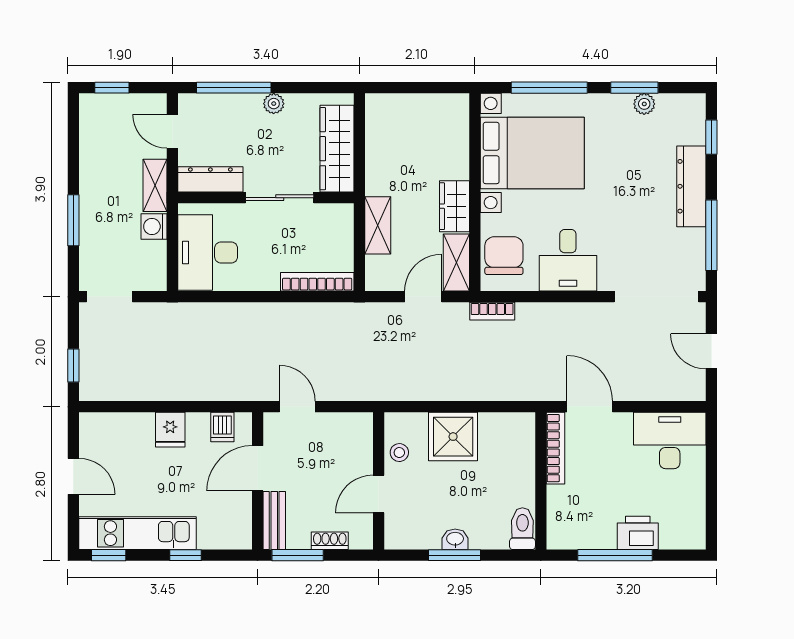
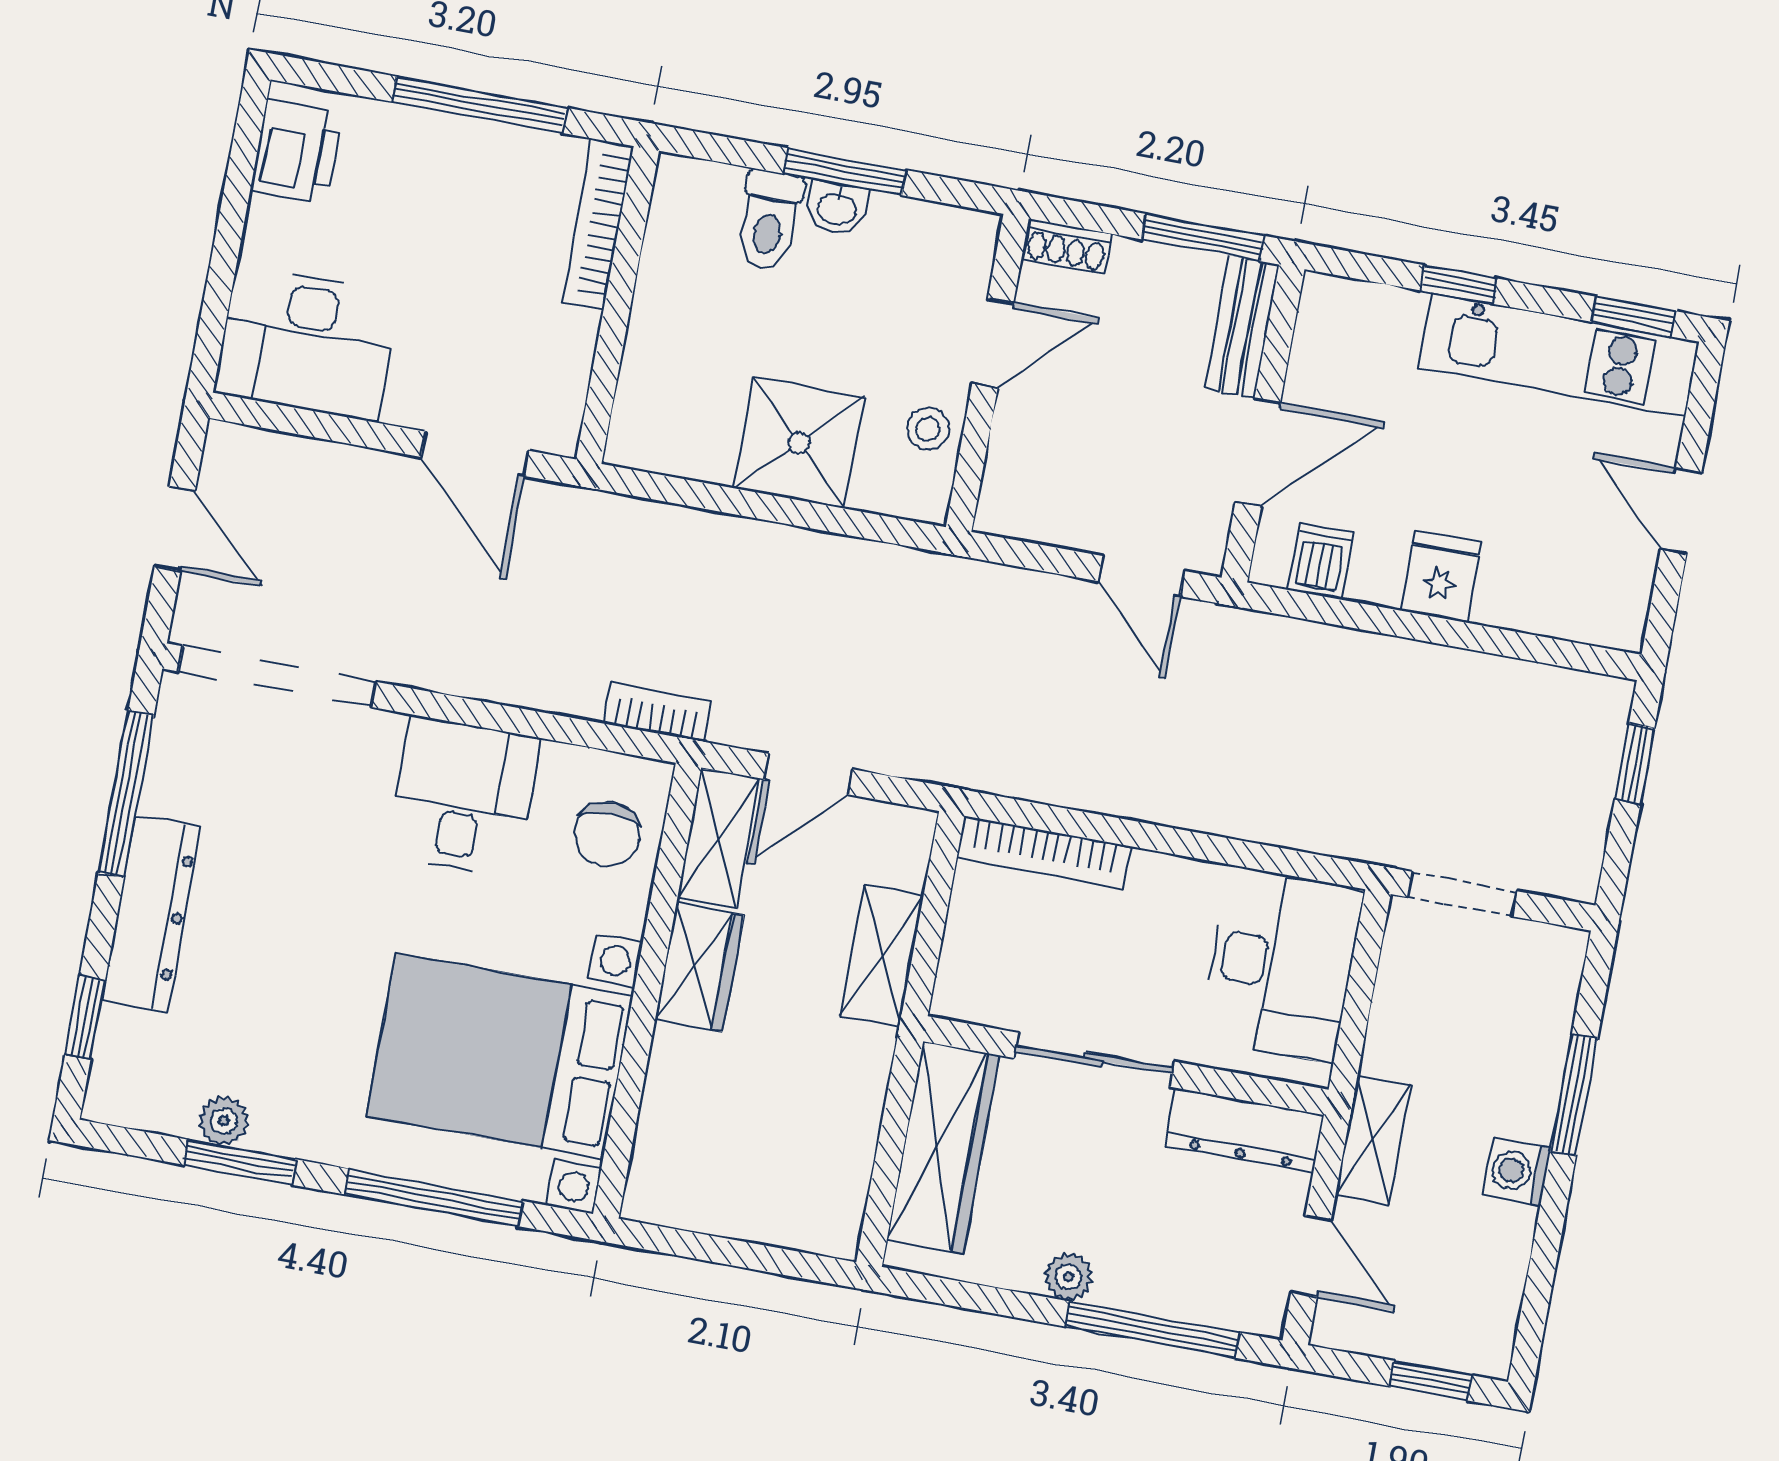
washing machine: (154, 226) -> (1517, 1171), moved, turned 180
chair: (504, 256) -> (607, 834), width x0.73, depth x0.73
doorway: (109, 297) -> (1462, 894), moved
bookcase: (555, 448) -> (598, 224), moved
toilet: (522, 529) -> (769, 220), moved
printer: (638, 533) -> (297, 152), moved, turned -90
shoe rack: (330, 541) -> (1067, 246), moved

